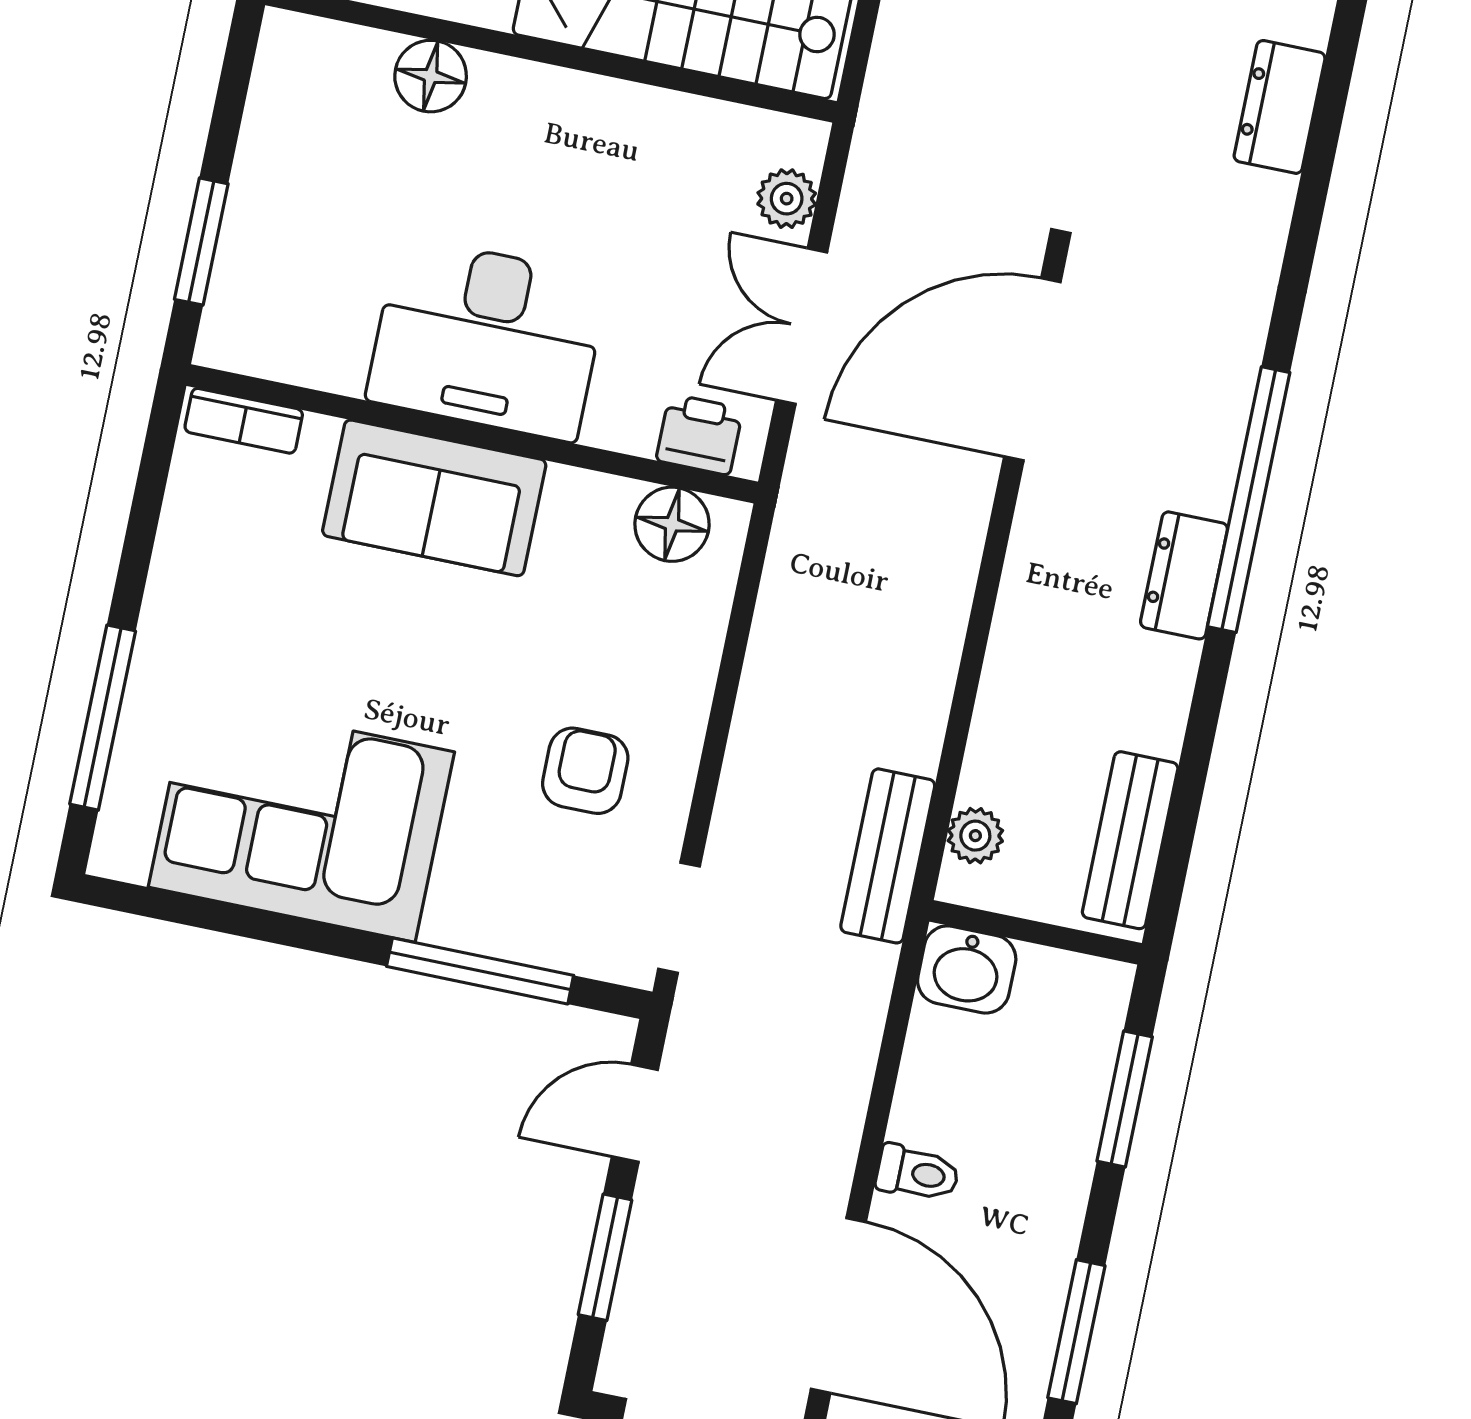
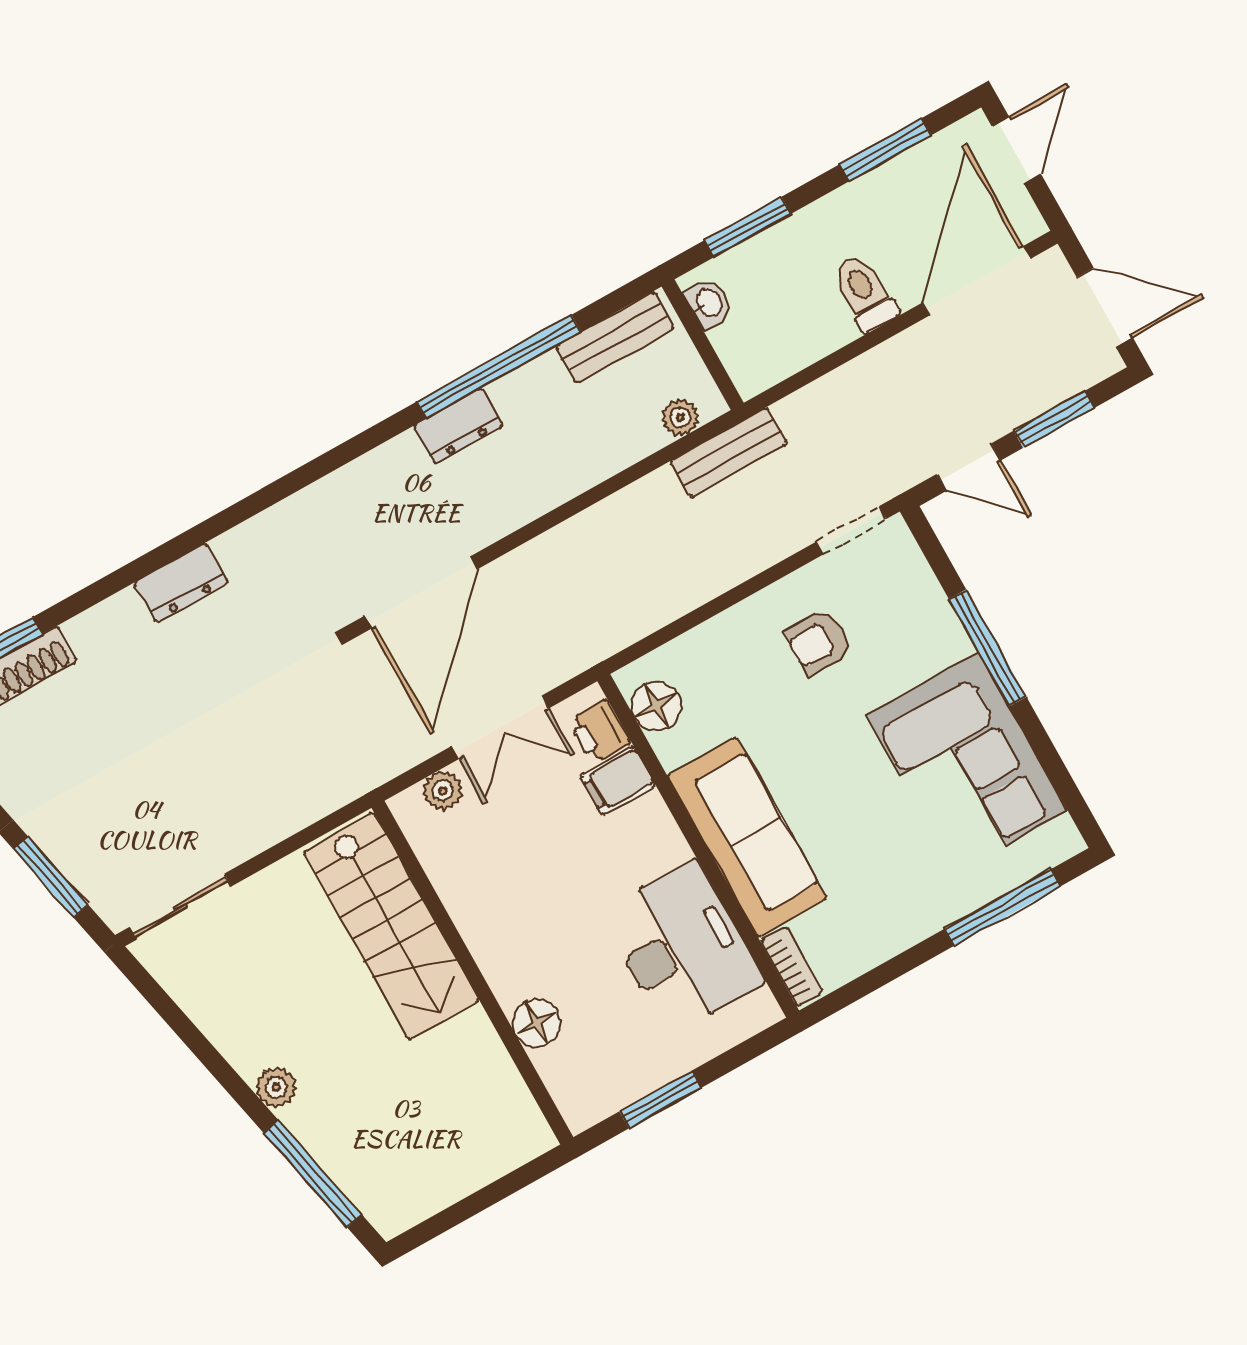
window: (201, 242) -> (660, 1100), moved
desk: (487, 339) -> (682, 947), moved
door: (1032, 369) -> (421, 592), hinge flipped
filing cabinet: (625, 407) -> (618, 781), added
sofa: (434, 498) -> (747, 837), width x1.36
window: (1249, 500) -> (499, 367), moved
washbasin: (967, 969) -> (709, 303), moved, width x0.72, depth x0.69
window: (480, 971) -> (988, 648), moved
toilet: (918, 1173) -> (865, 293), width x1.37, depth x1.39

